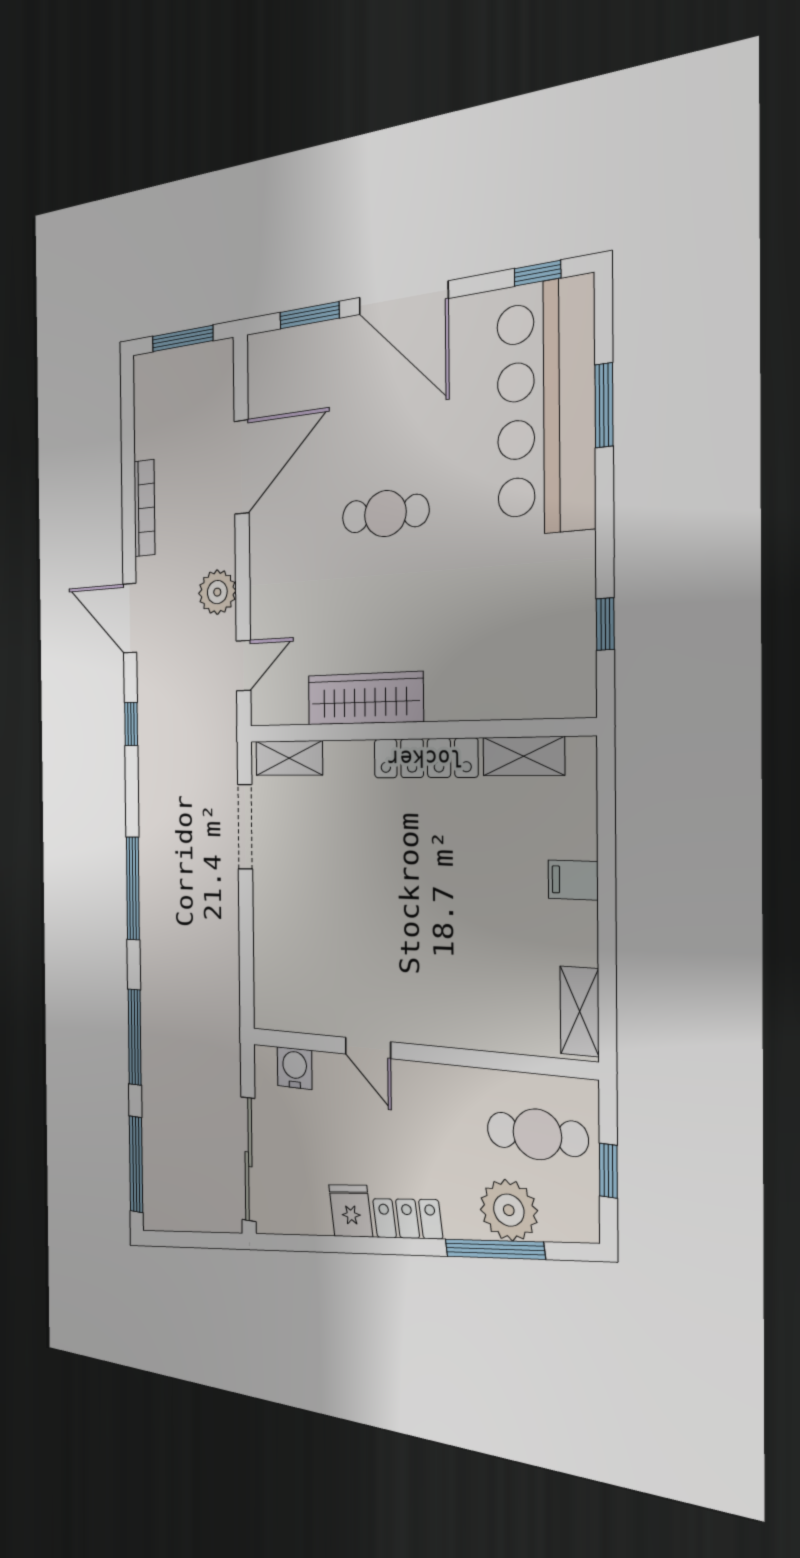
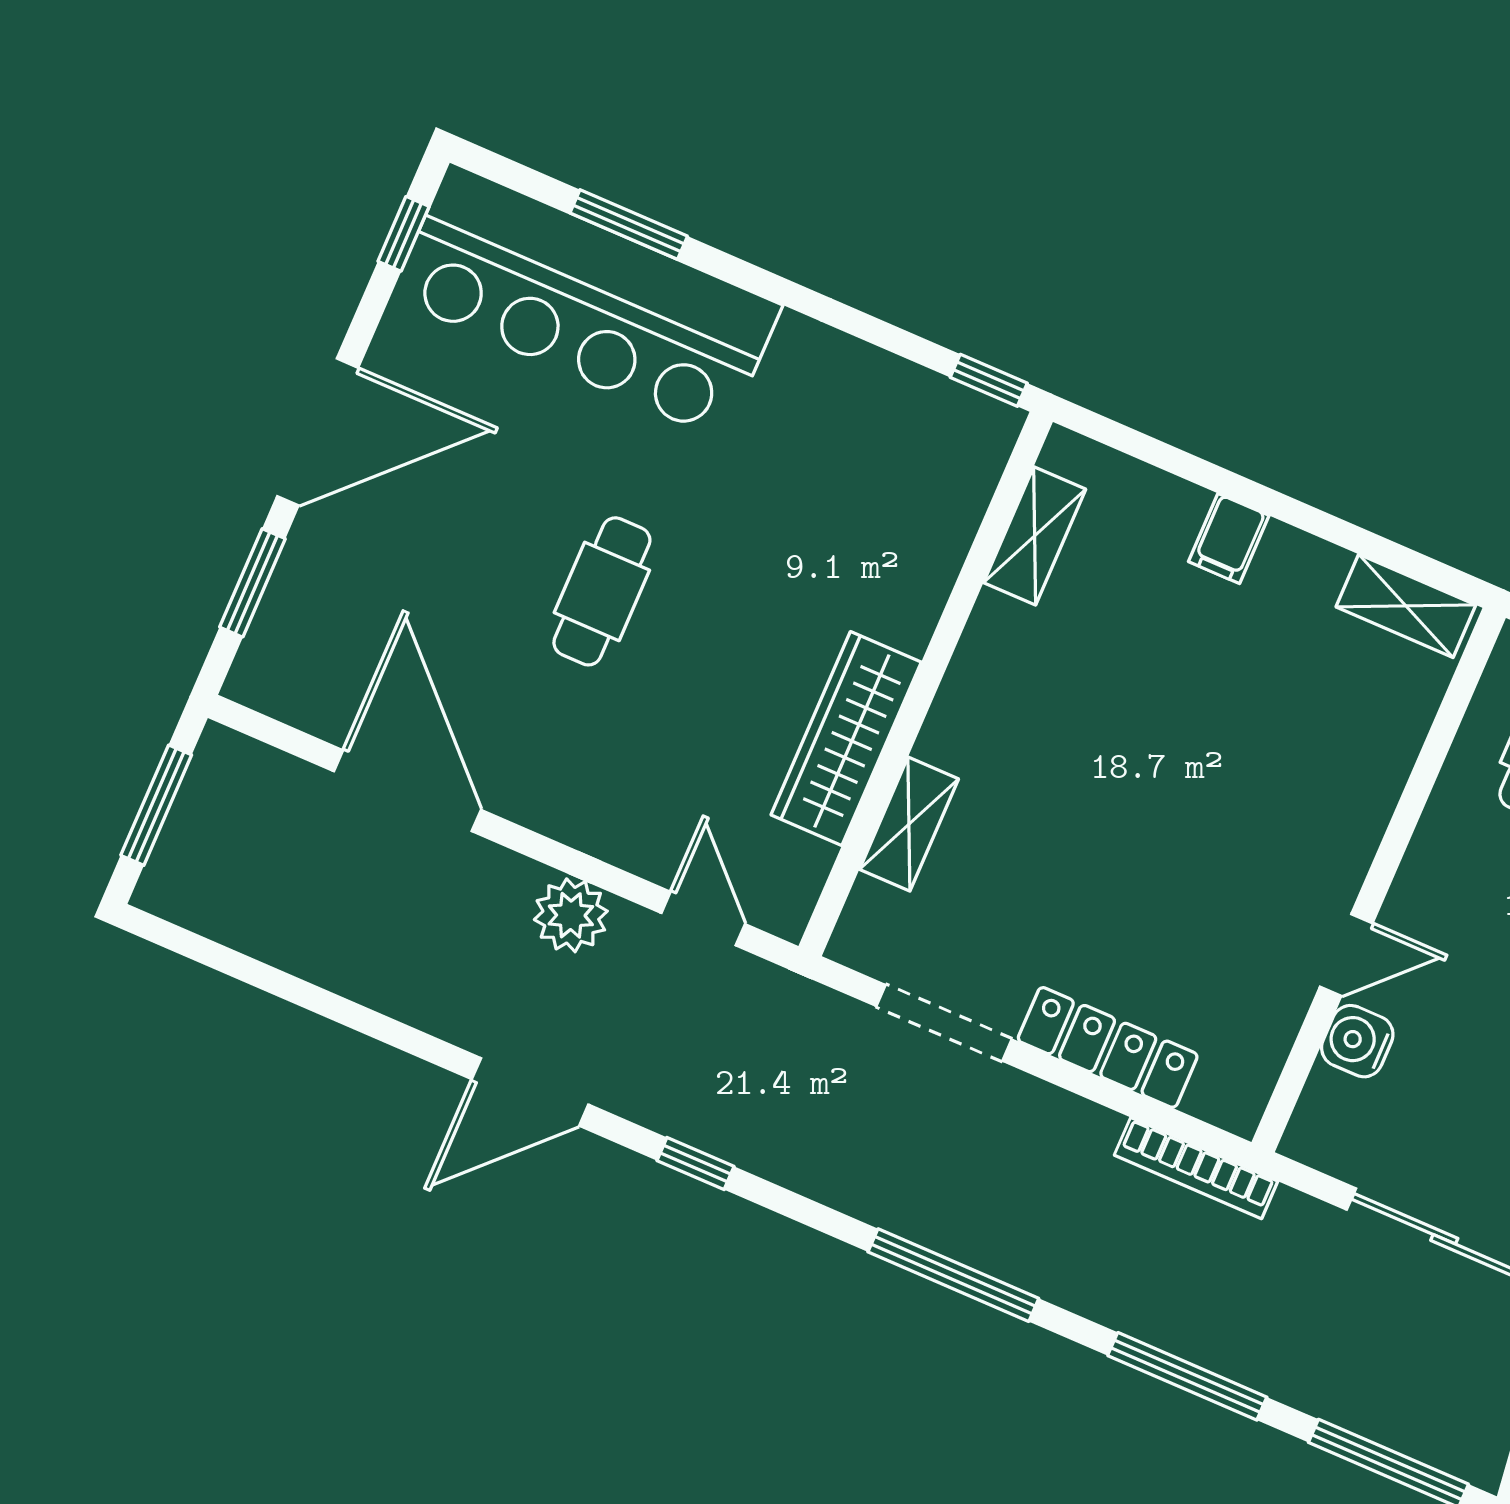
bookcase: (144, 508) -> (1196, 1168), moved, turned 180
window: (605, 624) -> (989, 380), moved
shelving: (289, 758) -> (909, 824), moved
locker: (425, 758) -> (1108, 1047), moved, turned -90
water cooler: (295, 1068) -> (1357, 1041), moved

